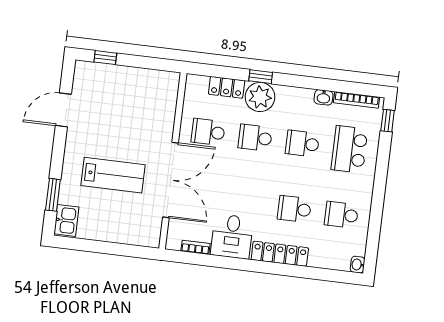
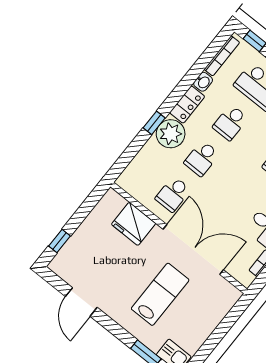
locker: (227, 87) -> (187, 105), moved
fridge: (161, 113) -> (134, 224), added

